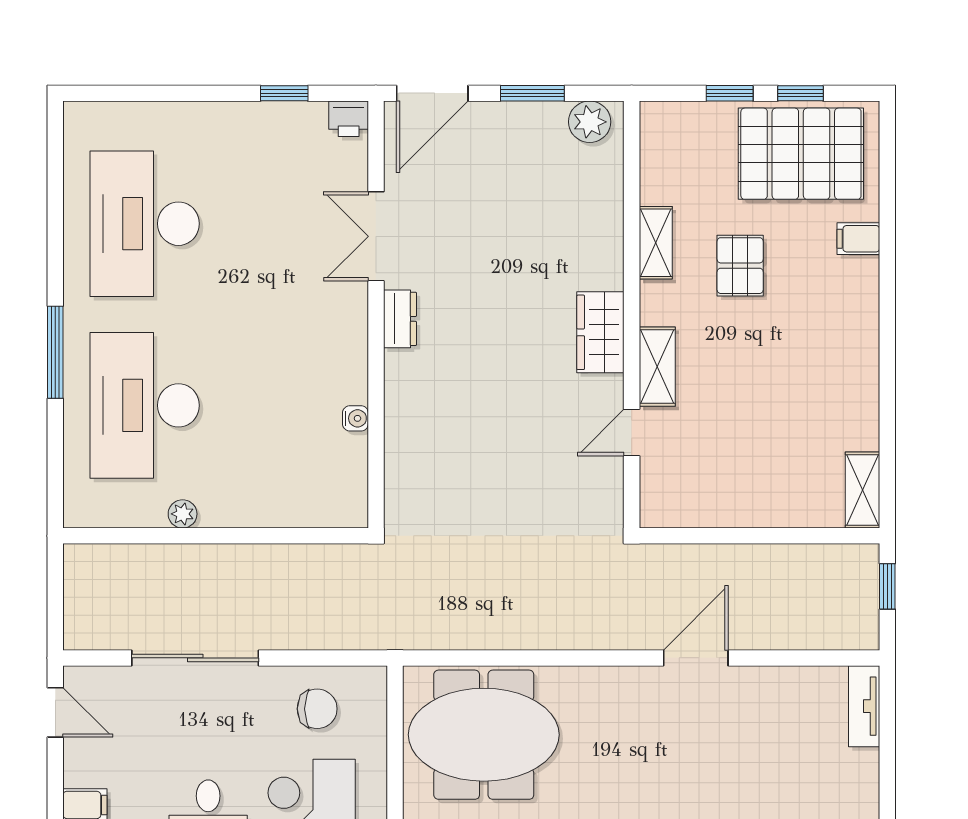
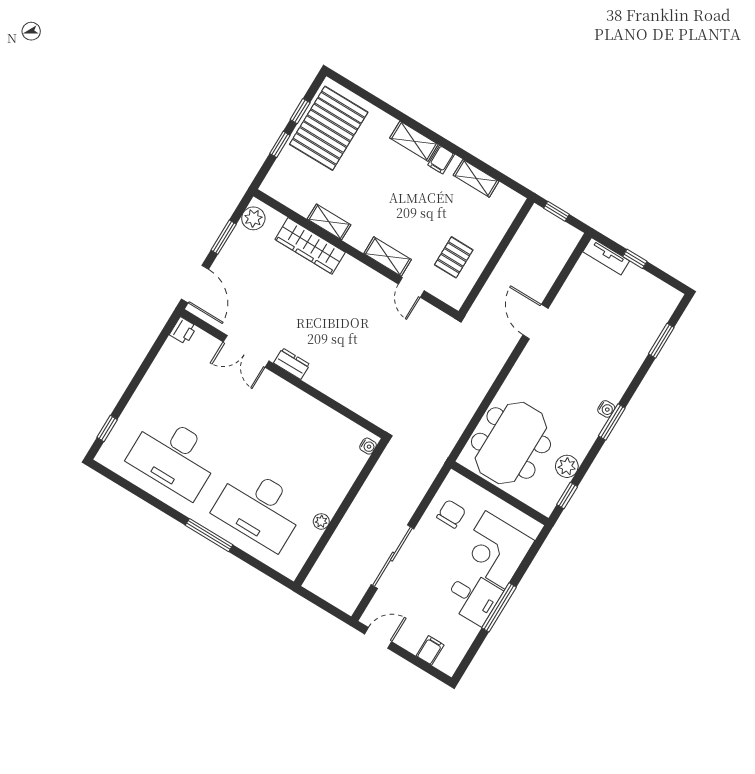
window: (284, 93) -> (107, 429), moved
filing cabinet: (858, 239) -> (441, 160), moved
pallet: (740, 266) -> (454, 257), moved, turned 90
shelving: (861, 298) -> (414, 141), added
wardrobe: (600, 332) -> (310, 246), moved, width x1.50
water cooler: (355, 418) -> (368, 446), moved, turned 90
shelving: (862, 490) -> (476, 178), moved
window: (887, 753) -> (635, 259), added

